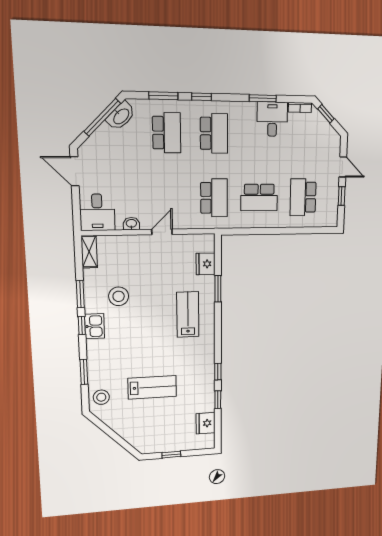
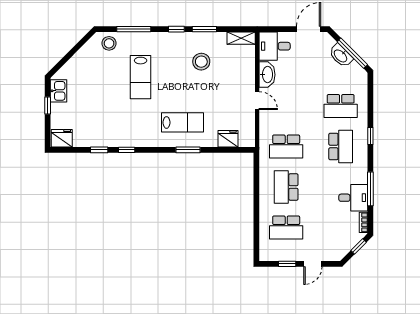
window: (163, 96) -> (370, 104), removed
window: (263, 98) -> (370, 189), width x1.44
washbasin: (121, 116) -> (341, 56), moved
school desk: (214, 133) -> (341, 147), turned -90
school desk: (303, 197) -> (286, 227), turned 180
washbasin: (131, 224) -> (267, 75), width x1.91, depth x1.45
window: (218, 289) -> (188, 150), moved
kitchen sink: (95, 326) -> (59, 91), moved, turned -90
window: (84, 372) -> (134, 29), width x1.44
lab bench: (152, 387) -> (141, 77), moved
fridge: (206, 423) -> (62, 138), moved

